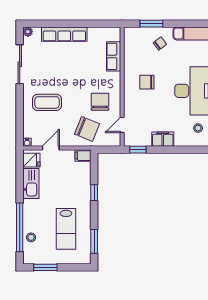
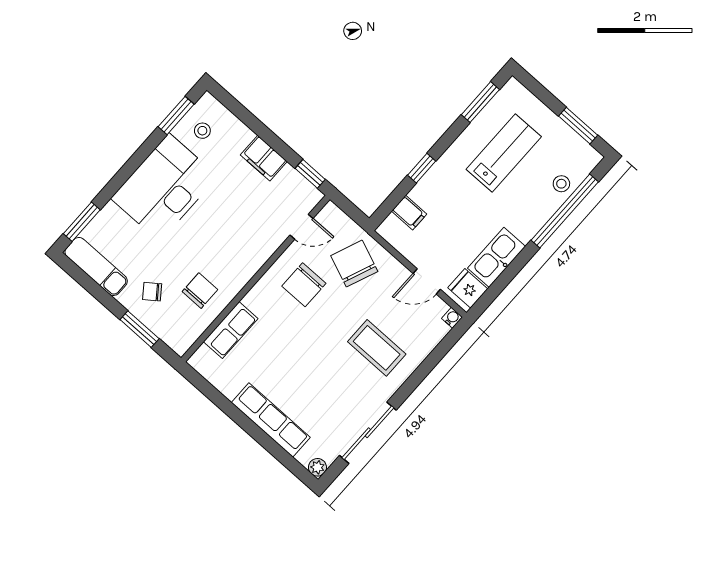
chair: (147, 82) -> (200, 291), moved, turned -90
filing cabinet: (83, 156) -> (409, 213), moved

